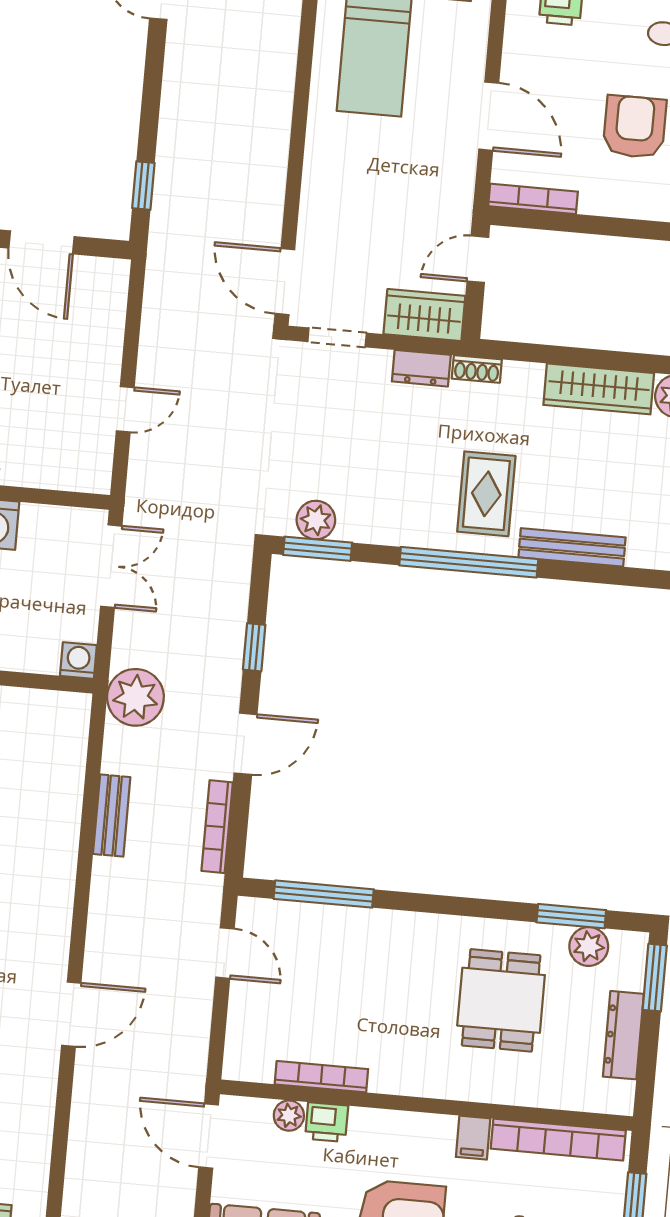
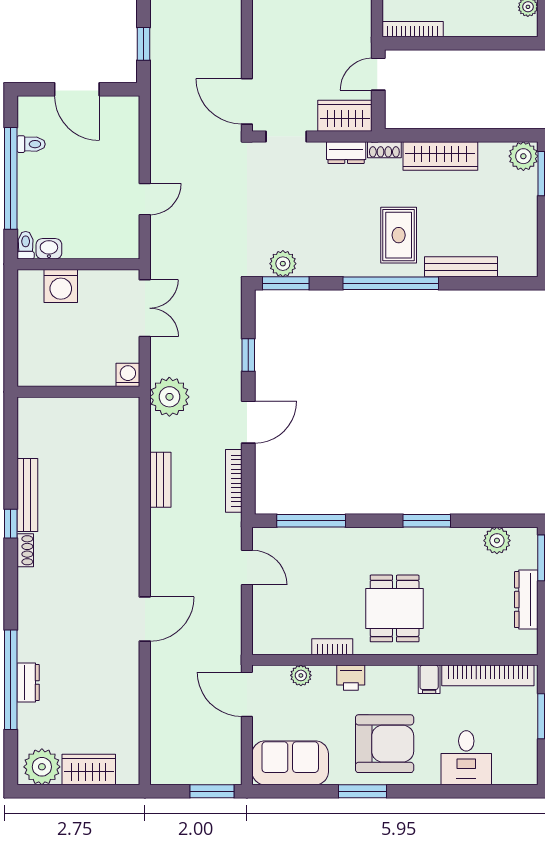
wardrobe: (599, 389) -> (440, 156), moved
window: (571, 916) -> (427, 521), moved
dining table: (501, 1000) -> (395, 608), moved
bookcase: (321, 1077) -> (332, 647), width x0.64
printer: (327, 1122) -> (351, 678), moved

